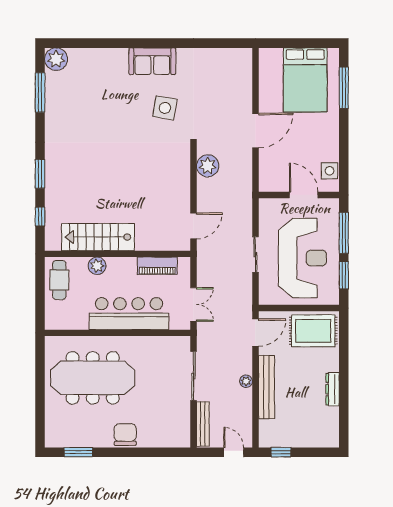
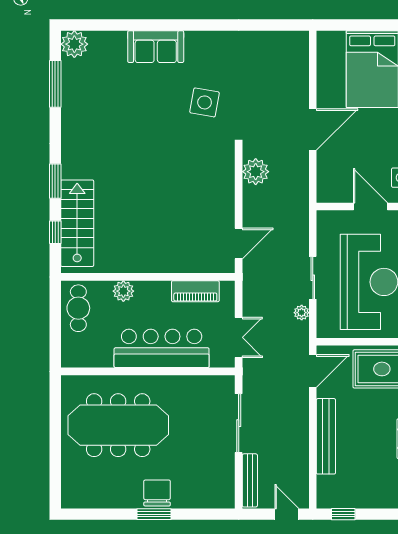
sofa: (152, 61) -> (156, 47), moved
stairs: (98, 237) -> (77, 223), moved, turned 90
plant: (246, 381) -> (302, 313), moved
window: (78, 452) -> (154, 514), moved

